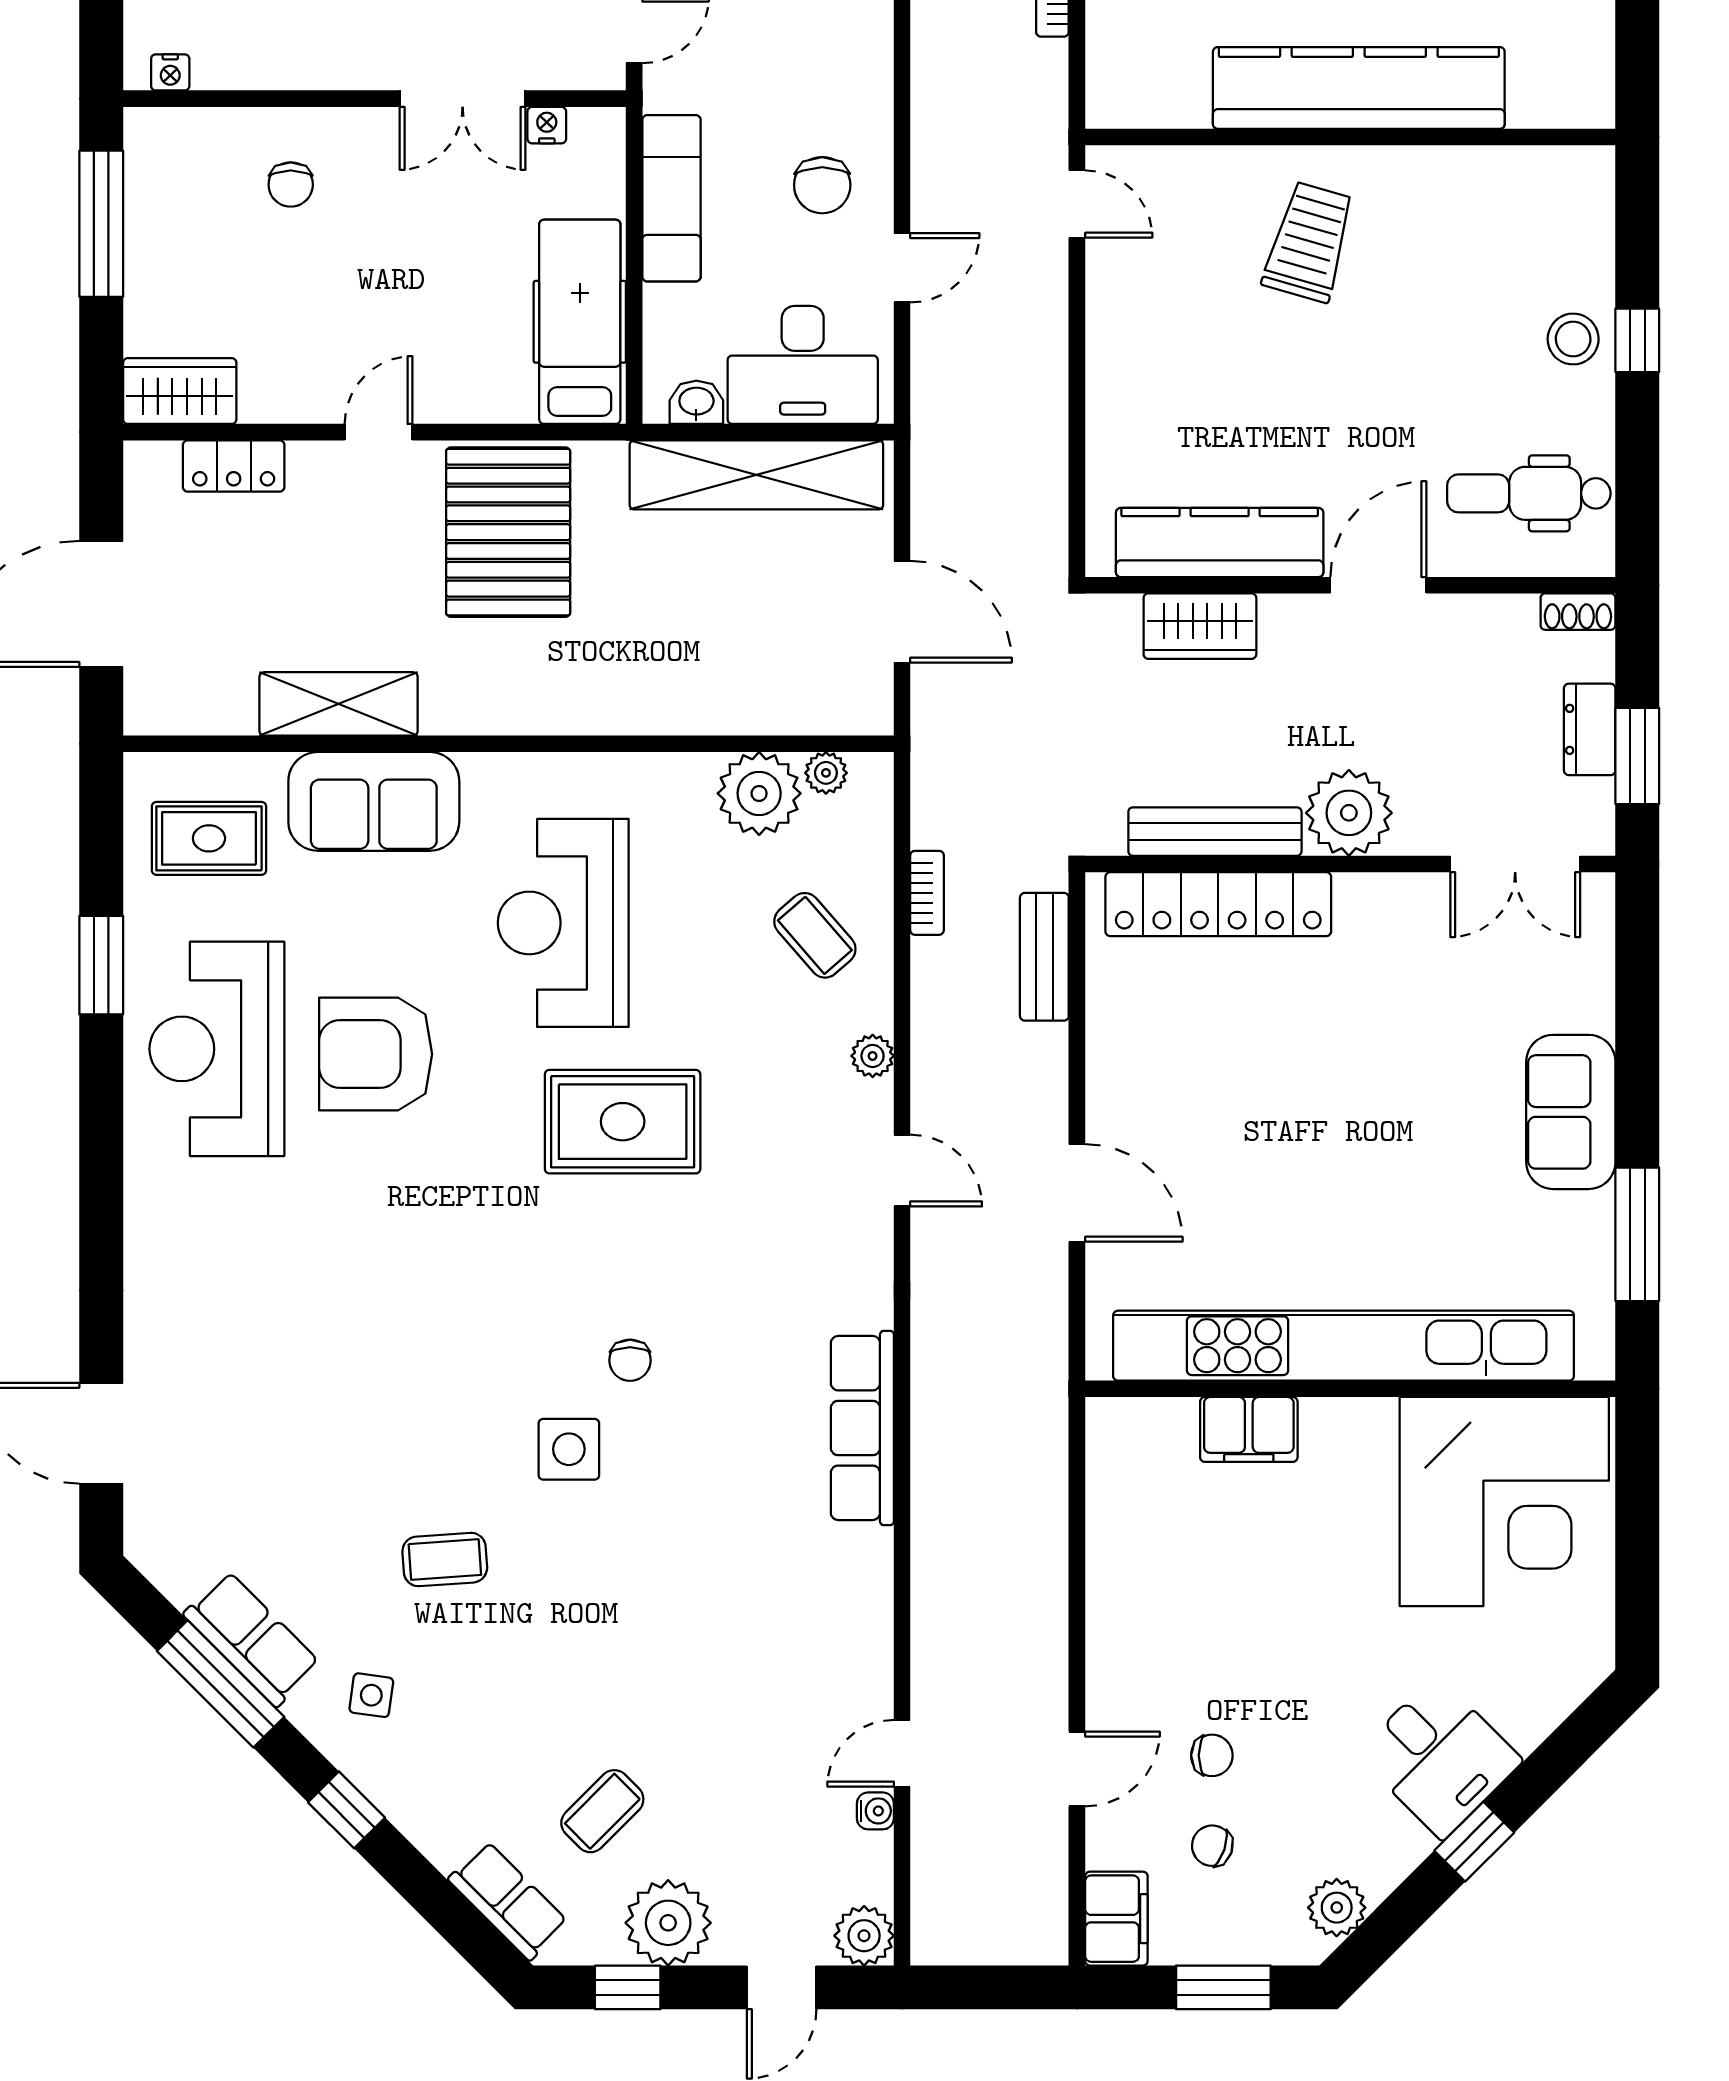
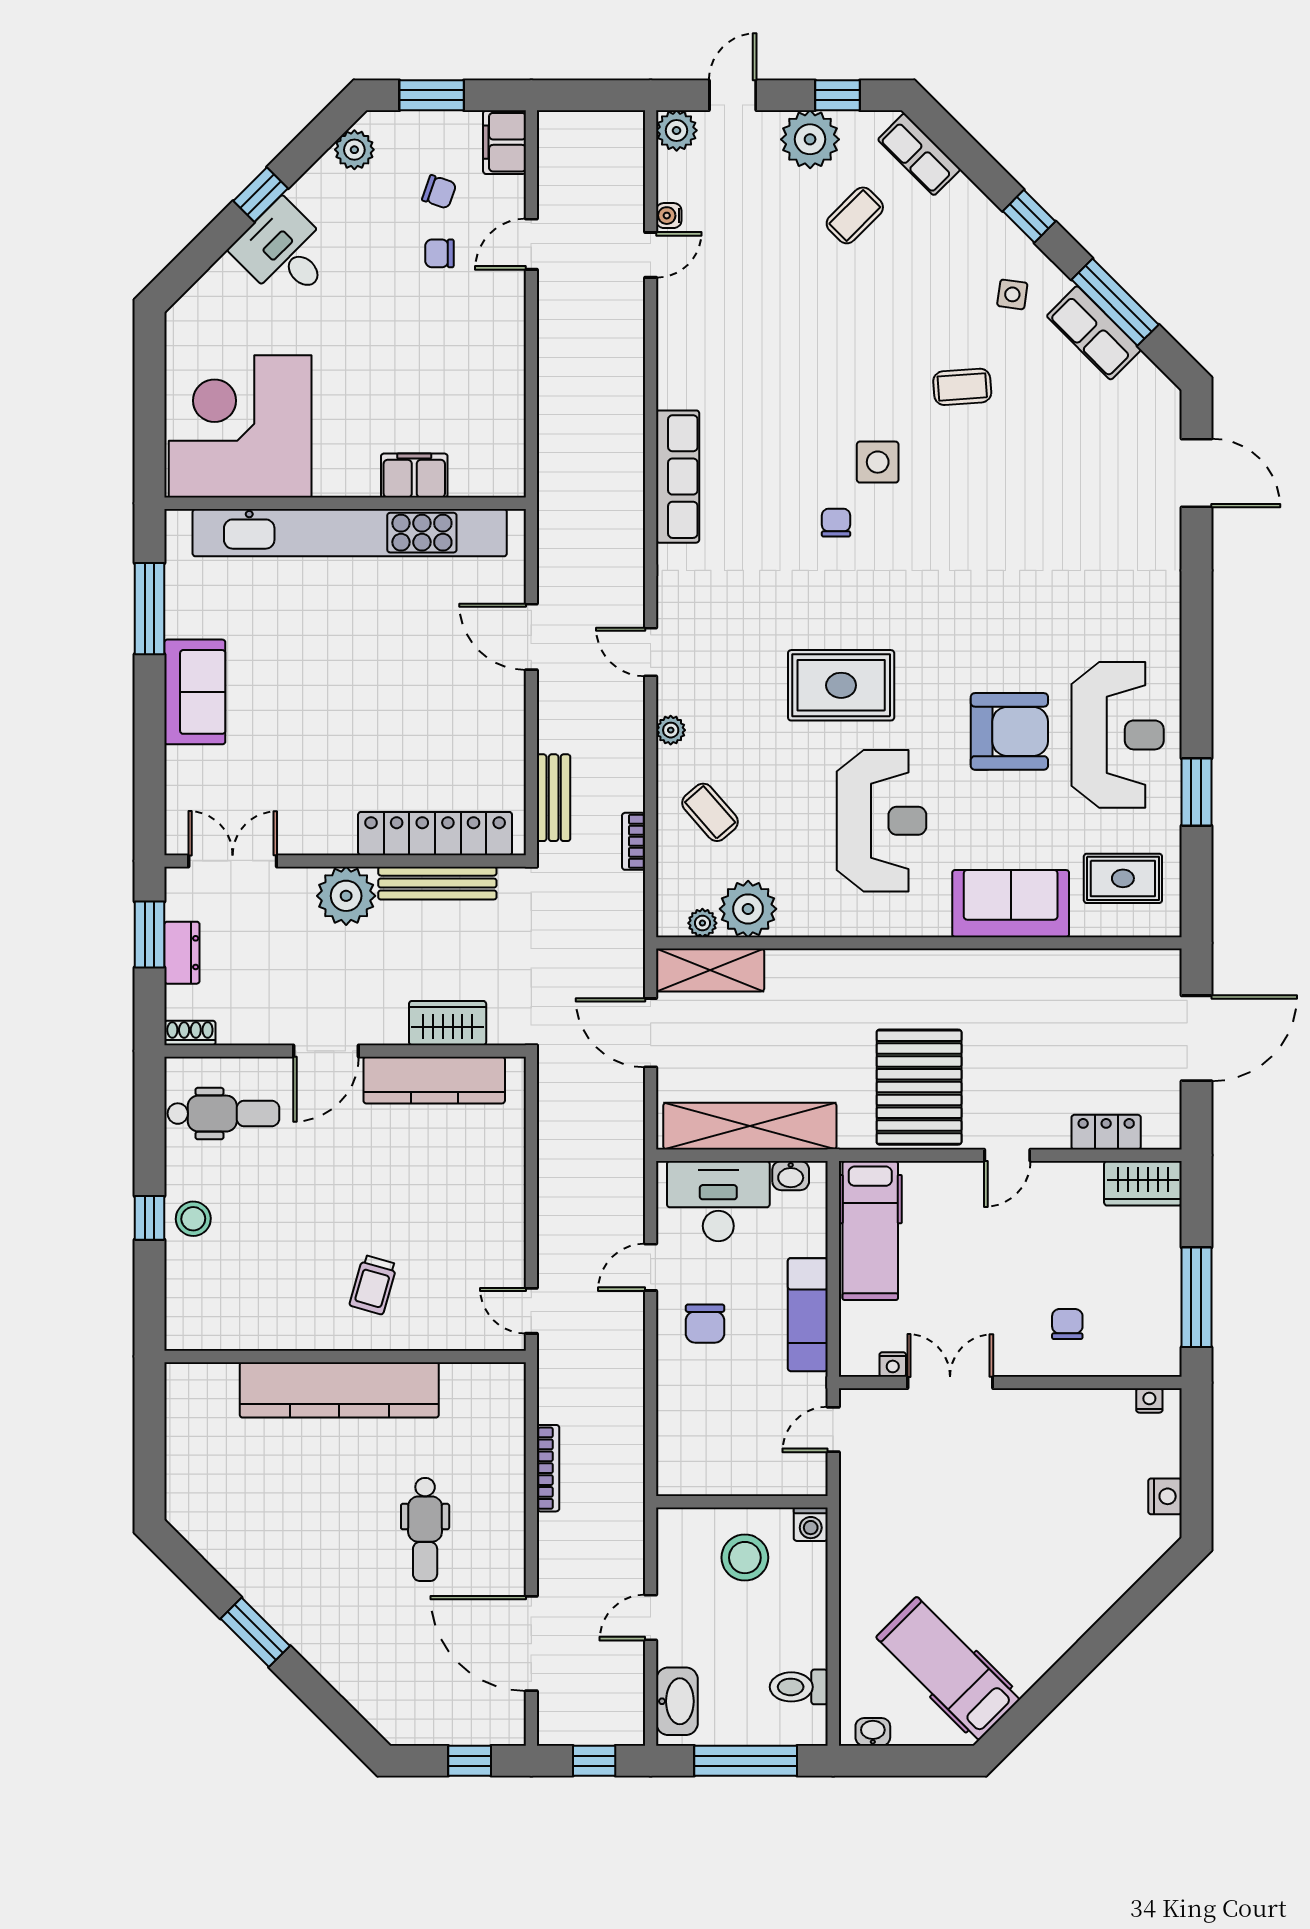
chair: (822, 185) -> (705, 1324), turned 180
trolley: (1309, 242) -> (373, 1285), width x0.73, depth x0.72
shelving: (339, 704) -> (710, 970), moved

